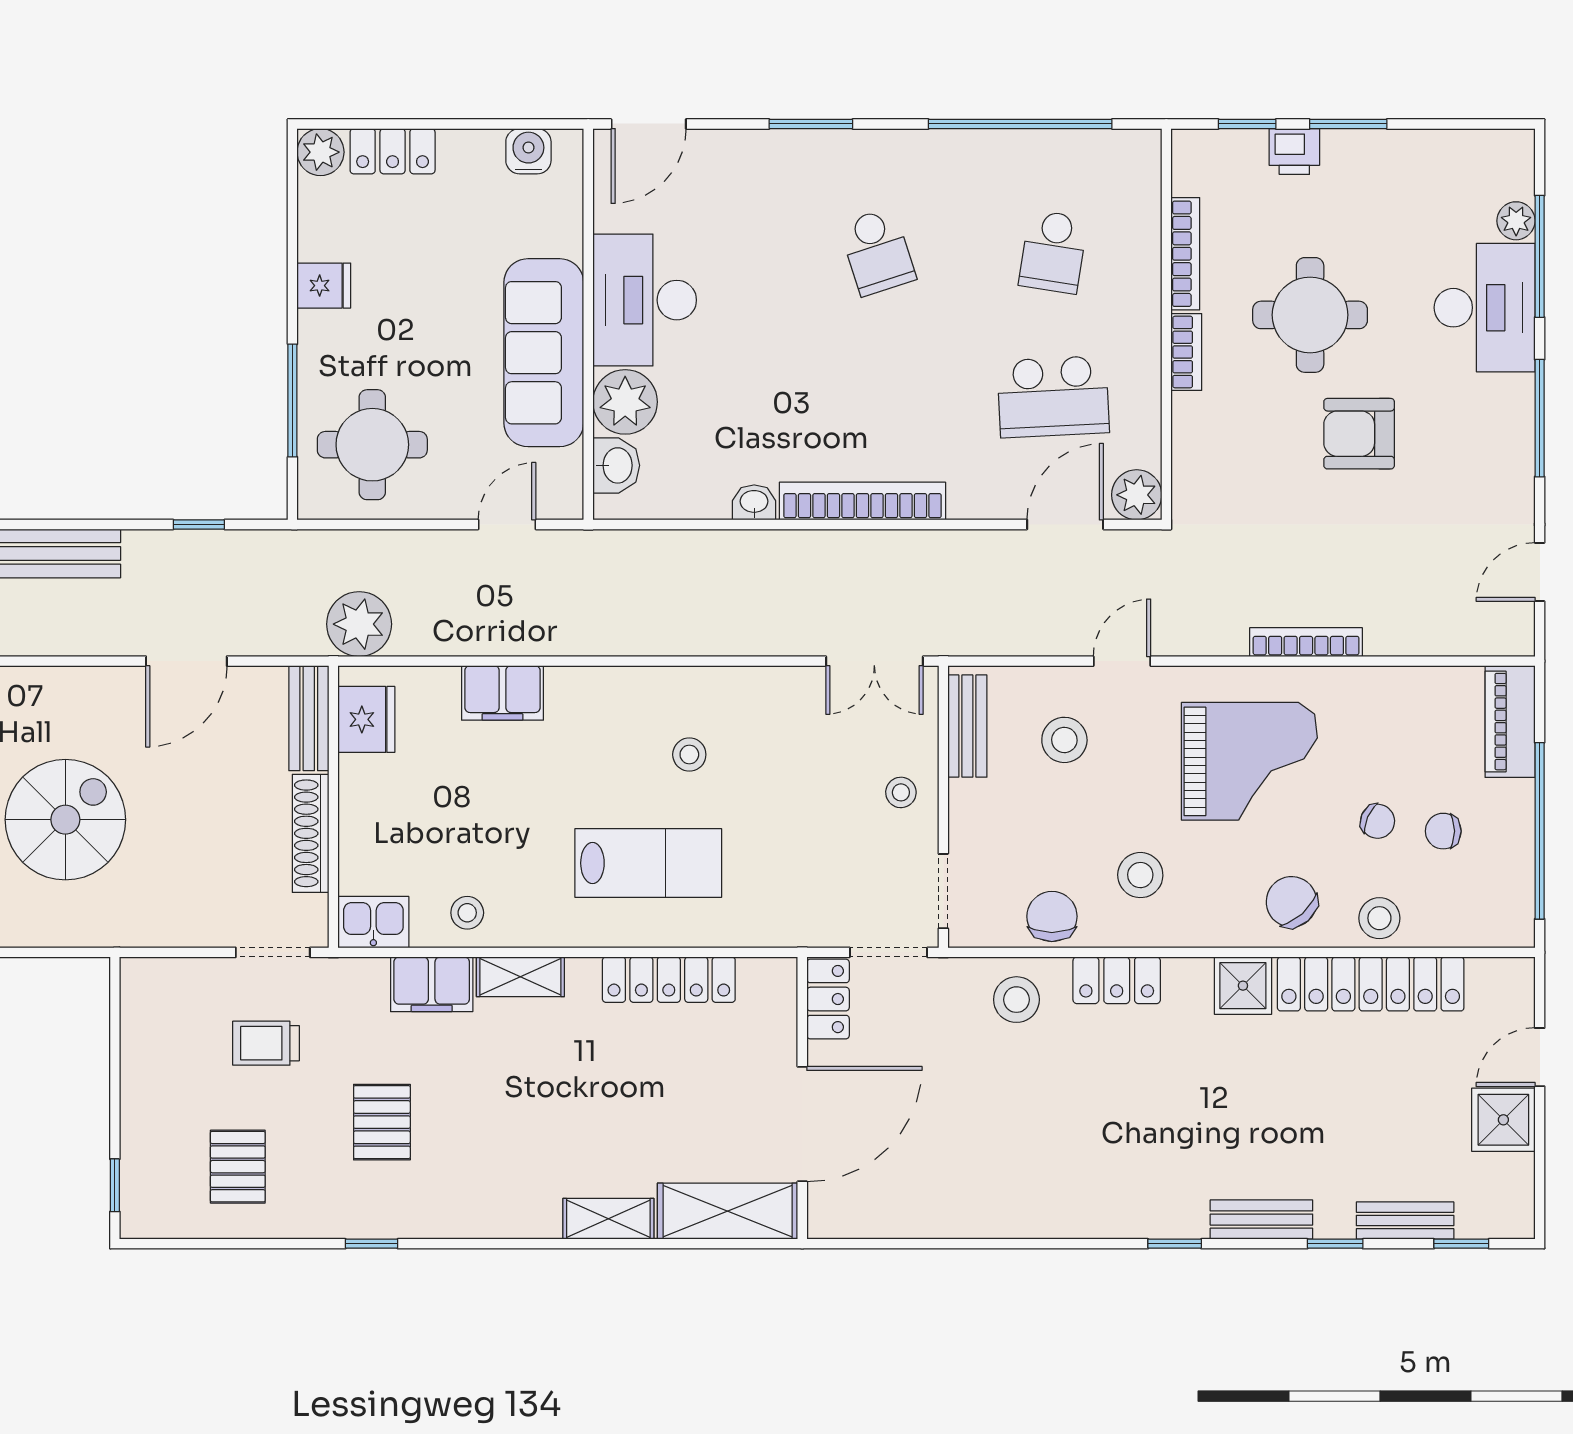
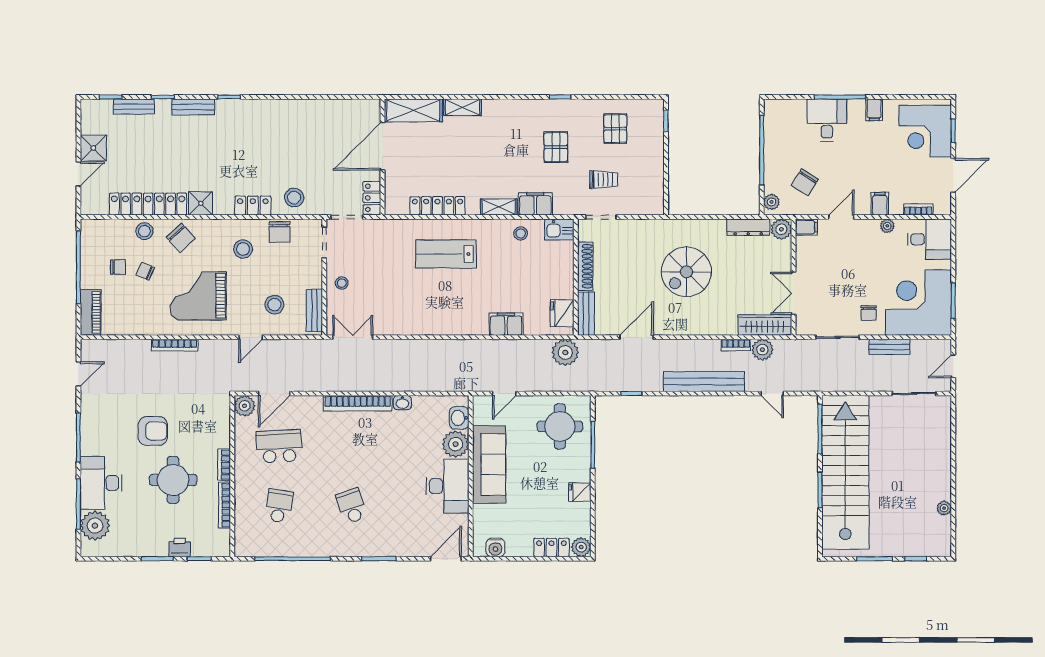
plant: (1516, 221) -> (95, 526), width x1.88, depth x1.88
stool: (689, 755) -> (429, 299), removed

